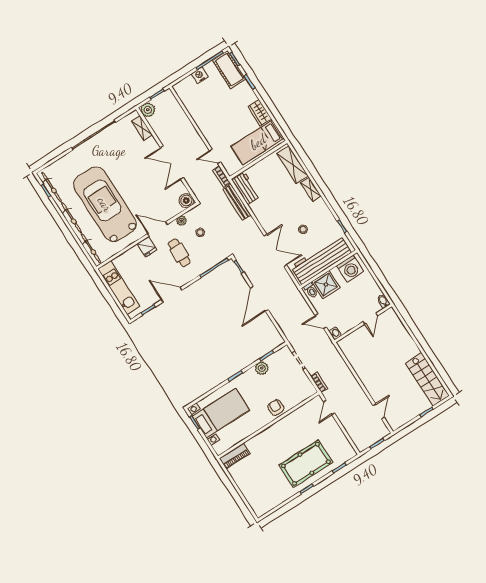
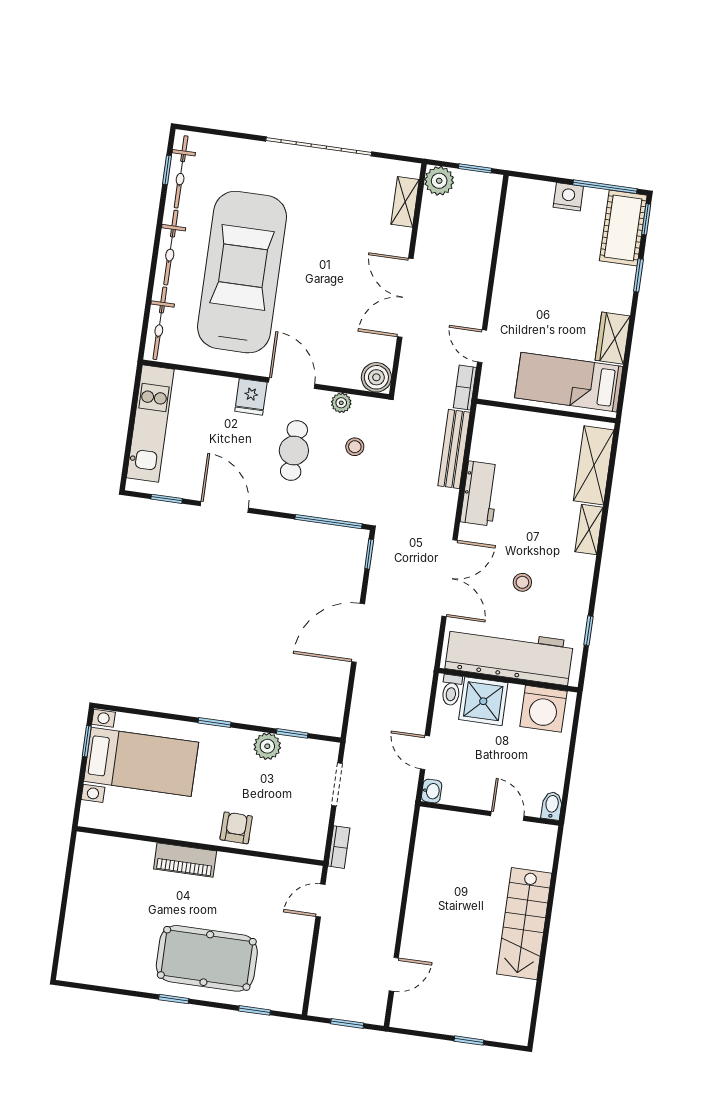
workbench: (246, 188) -> (480, 493), moved
door: (370, 319) -> (507, 816), swing flipped
stairs: (427, 379) -> (524, 924), moved
piano: (235, 456) -> (185, 860), moved

